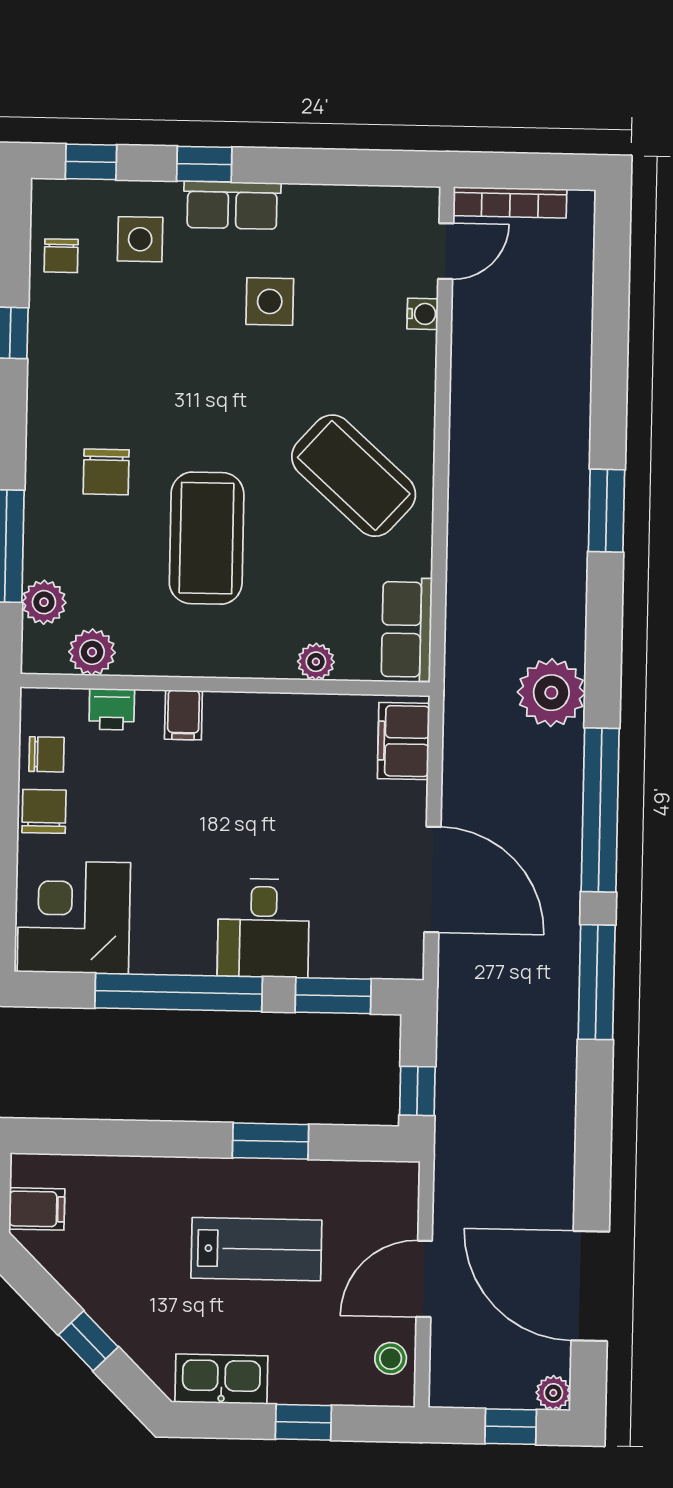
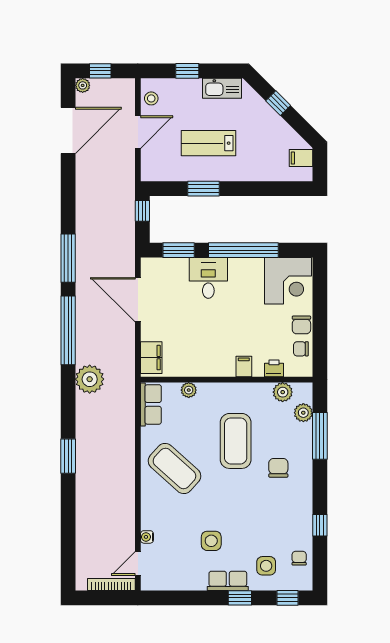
door: (590, 1286) -> (68, 131), hinge flipped

